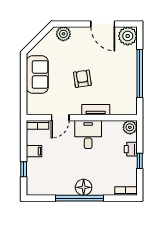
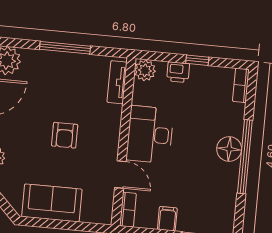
window: (140, 73) -> (65, 48), width x0.68
armchair: (82, 79) -> (65, 135), turned -82
tv unit: (96, 110) -> (117, 82), moved
desk: (88, 135) -> (150, 135), width x1.37

